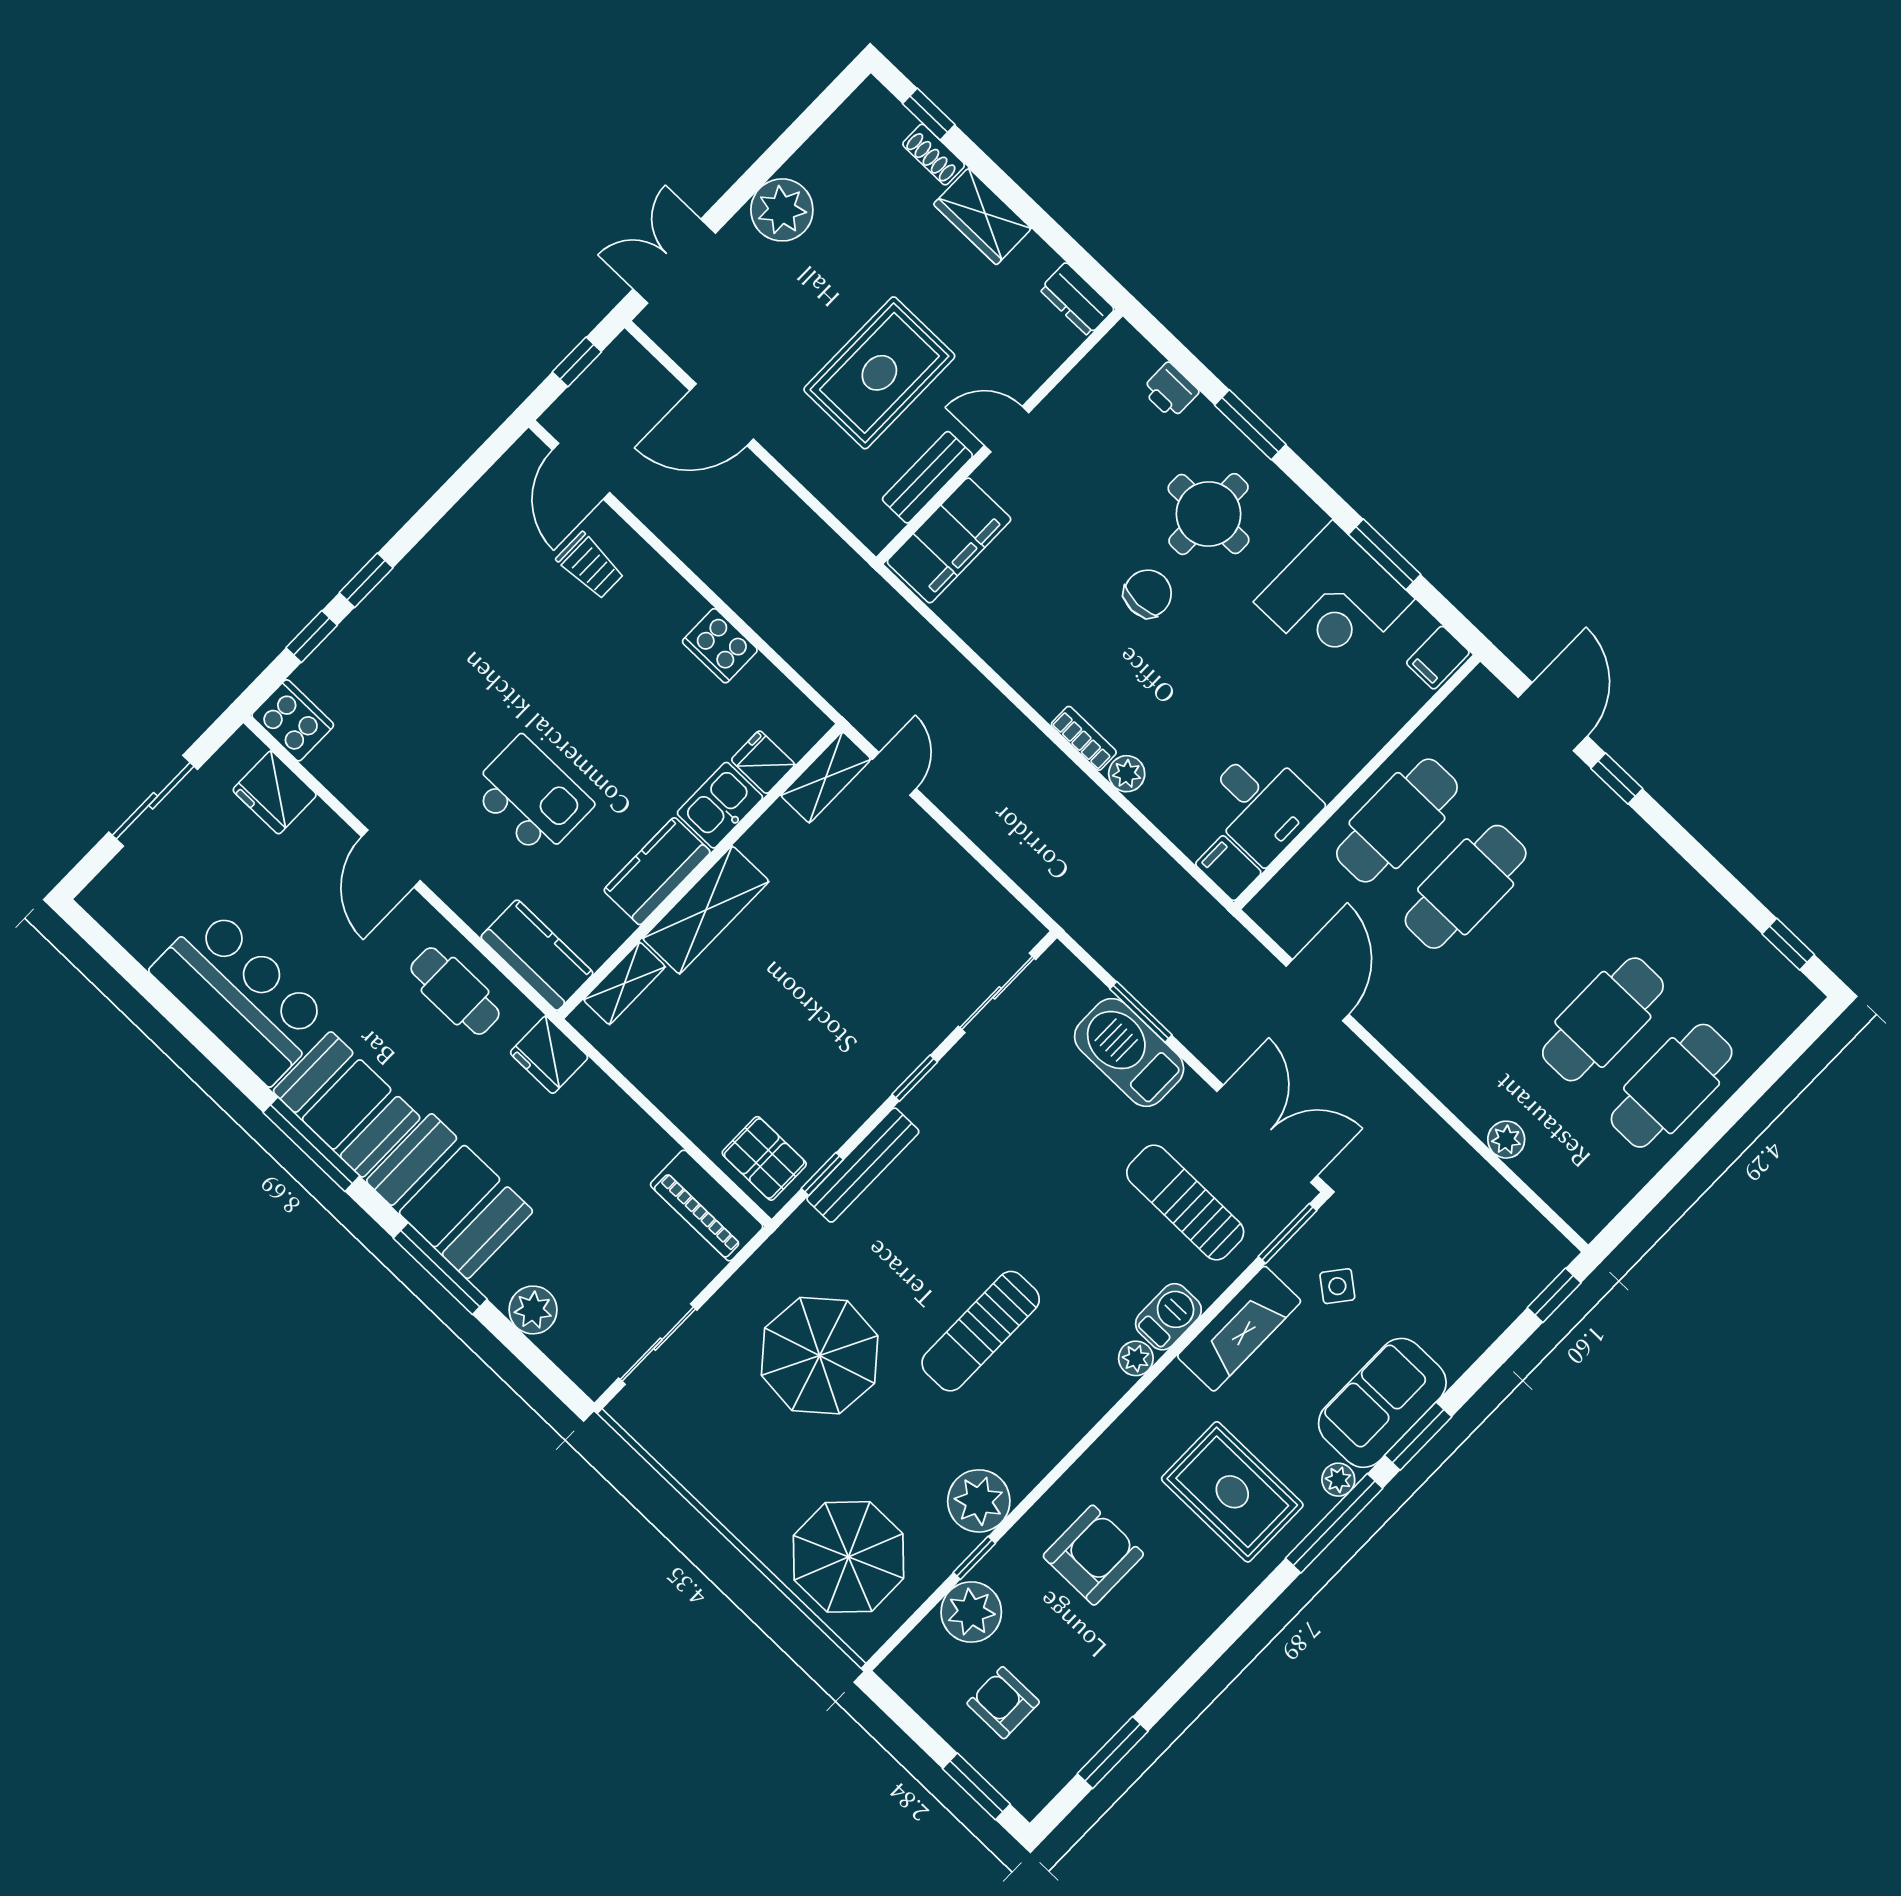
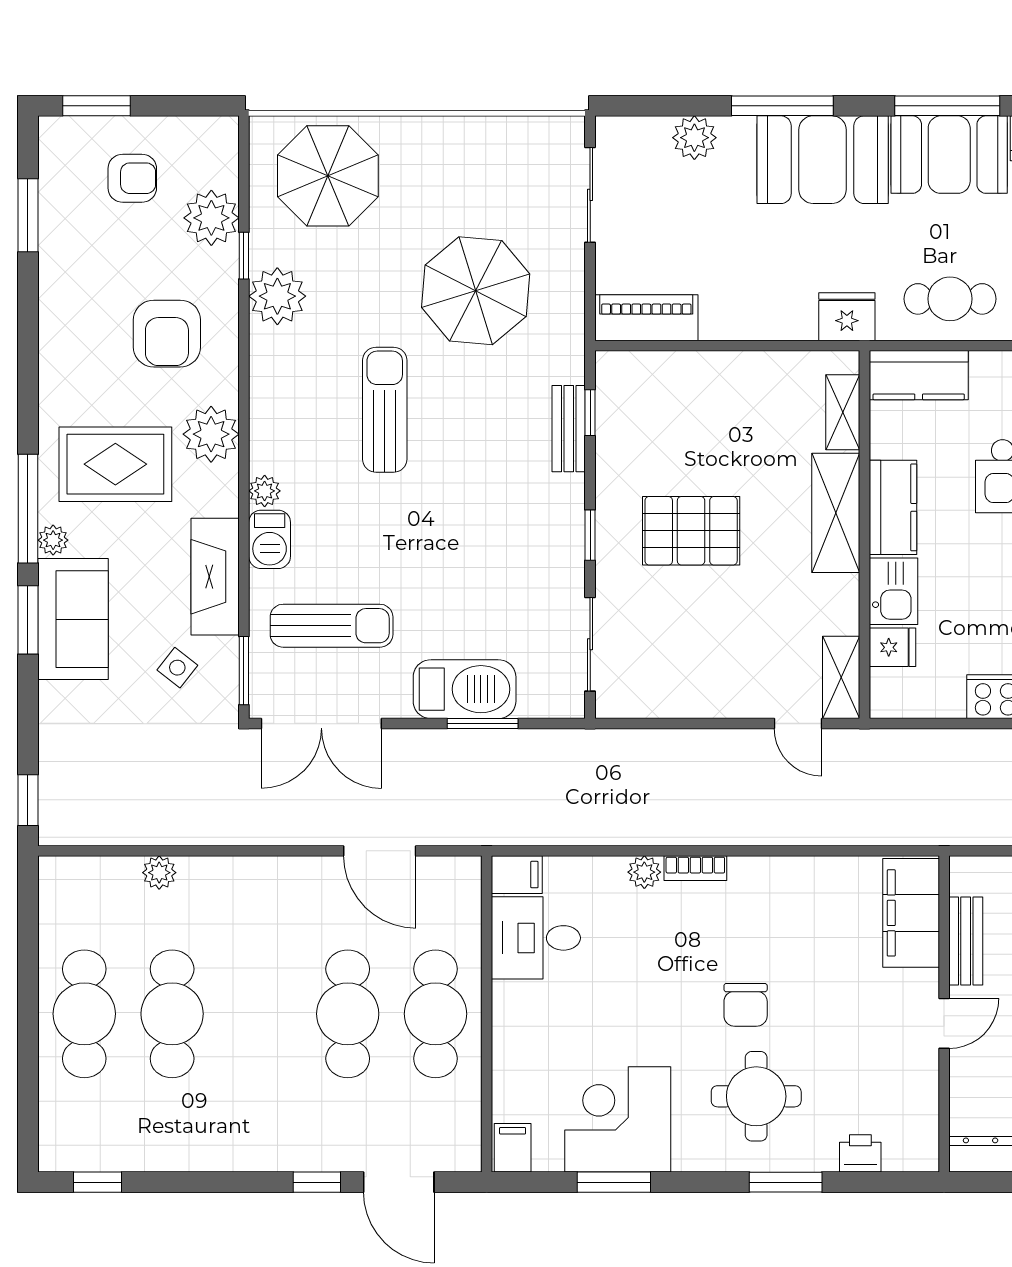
pallet: (764, 1158) -> (691, 531), moved, width x1.50, depth x1.42
bench: (863, 1165) -> (569, 429), width x0.73
plant: (1135, 1443) -> (211, 434), added

